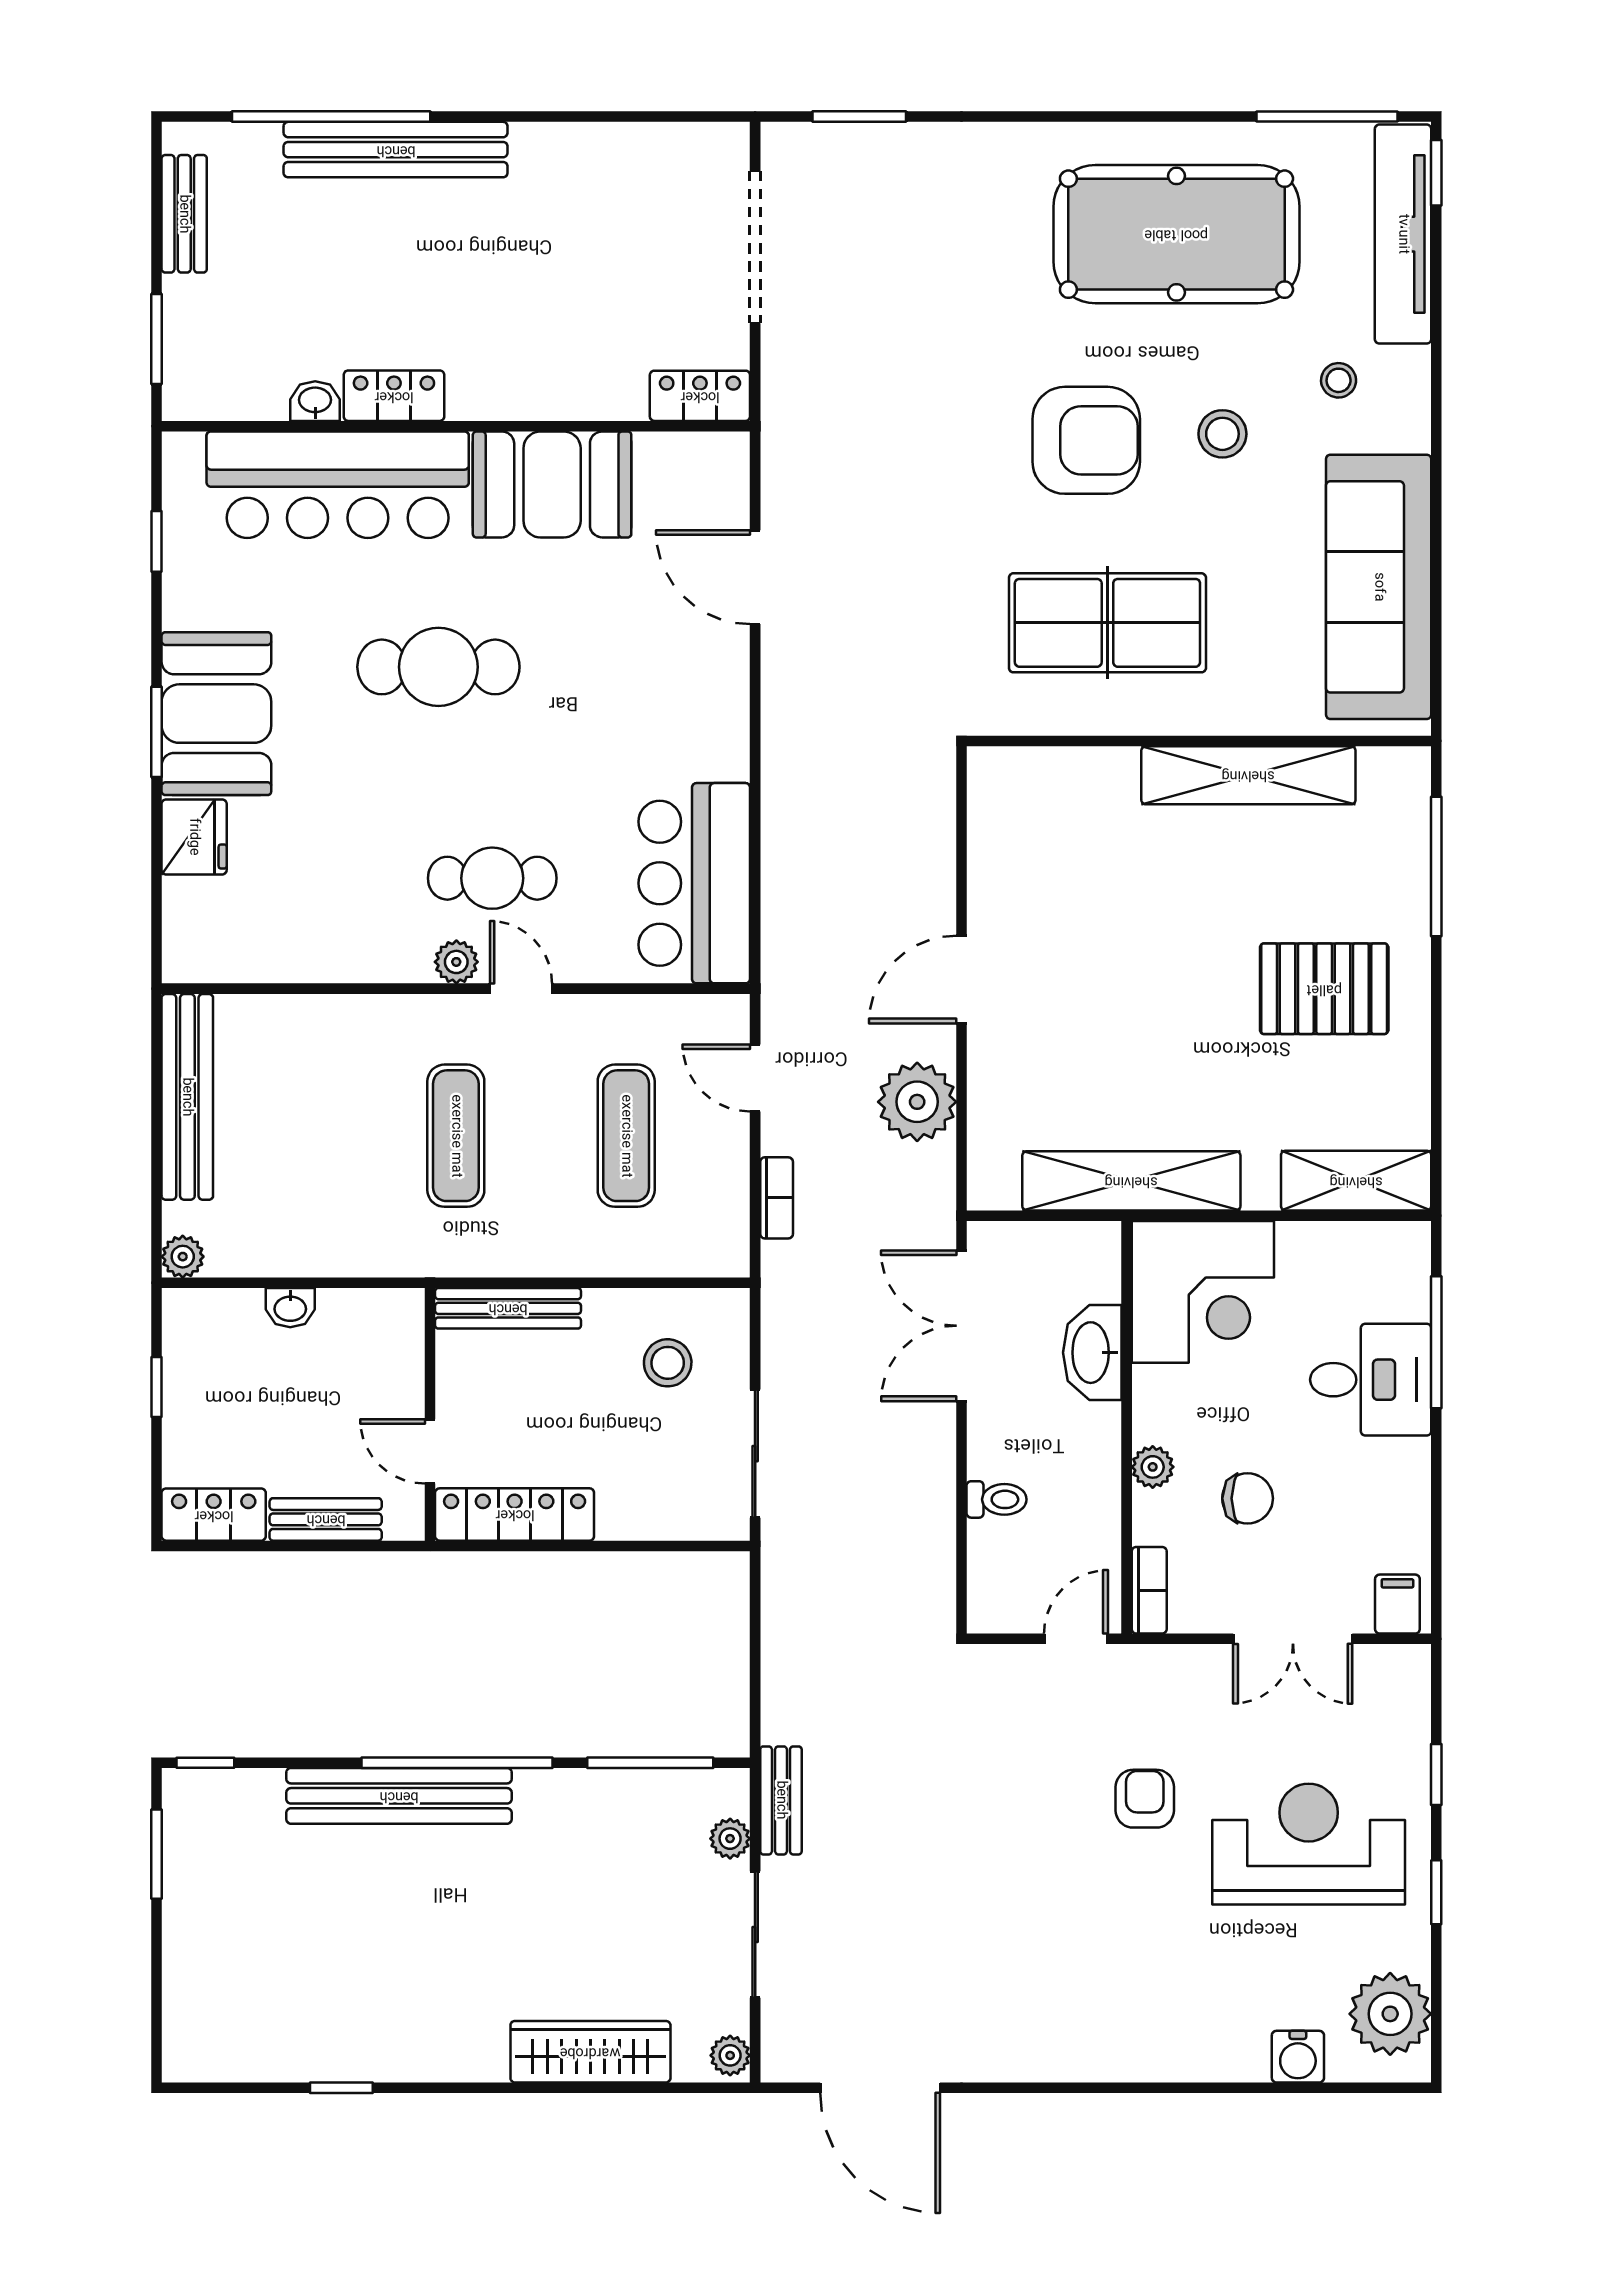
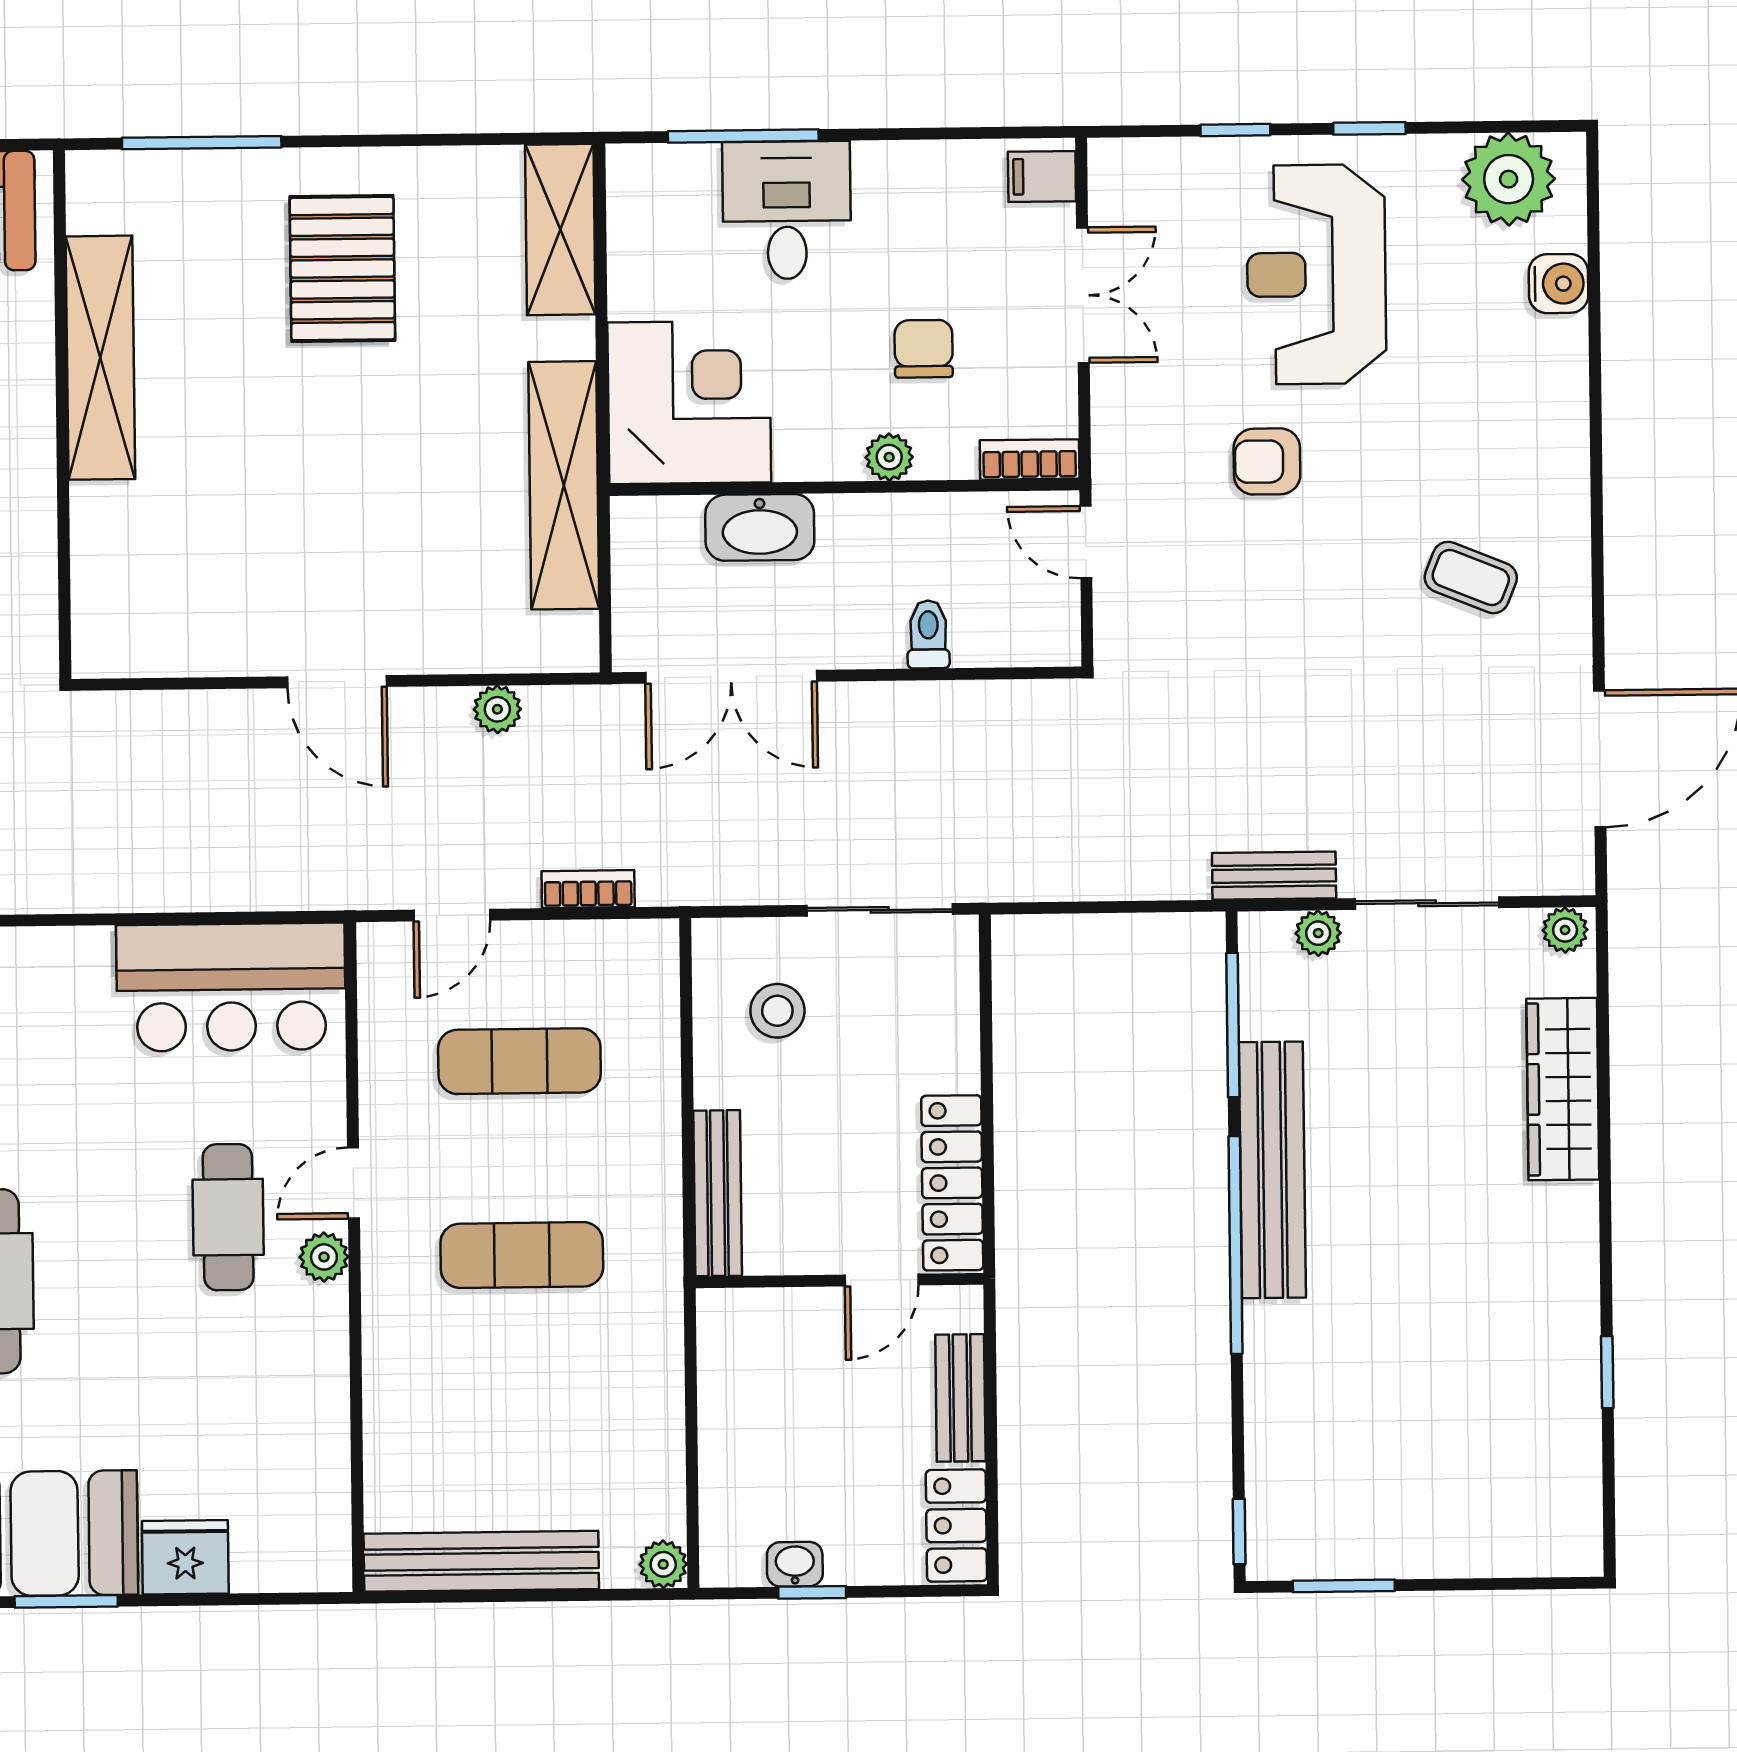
plant: (917, 1102) -> (497, 709), width x0.53, depth x0.53
washbasin: (290, 1308) -> (795, 1564), moved, turned -90
bench: (399, 1796) -> (1272, 1170), moved
coffee table: (1041, 1976) -> (1471, 577), added

